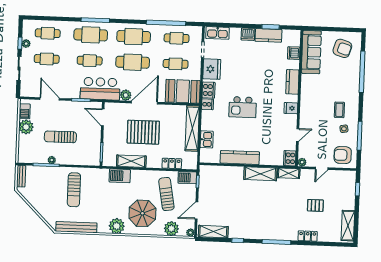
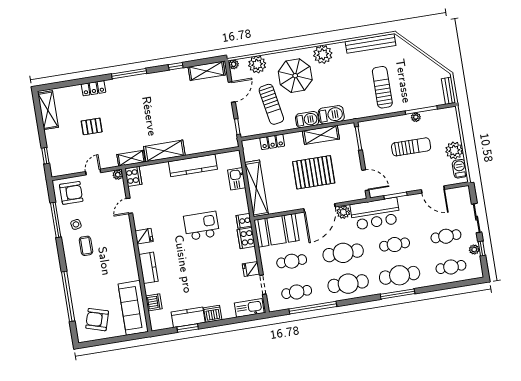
fridge: (212, 69) -> (251, 269), width x0.53, depth x0.75
barbecue: (187, 178) -> (307, 120), moved

